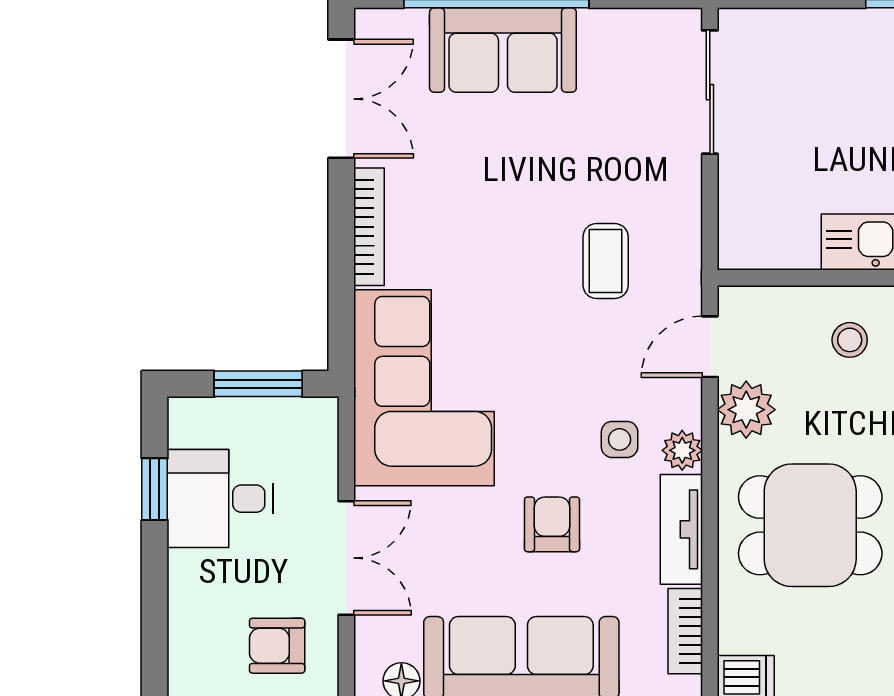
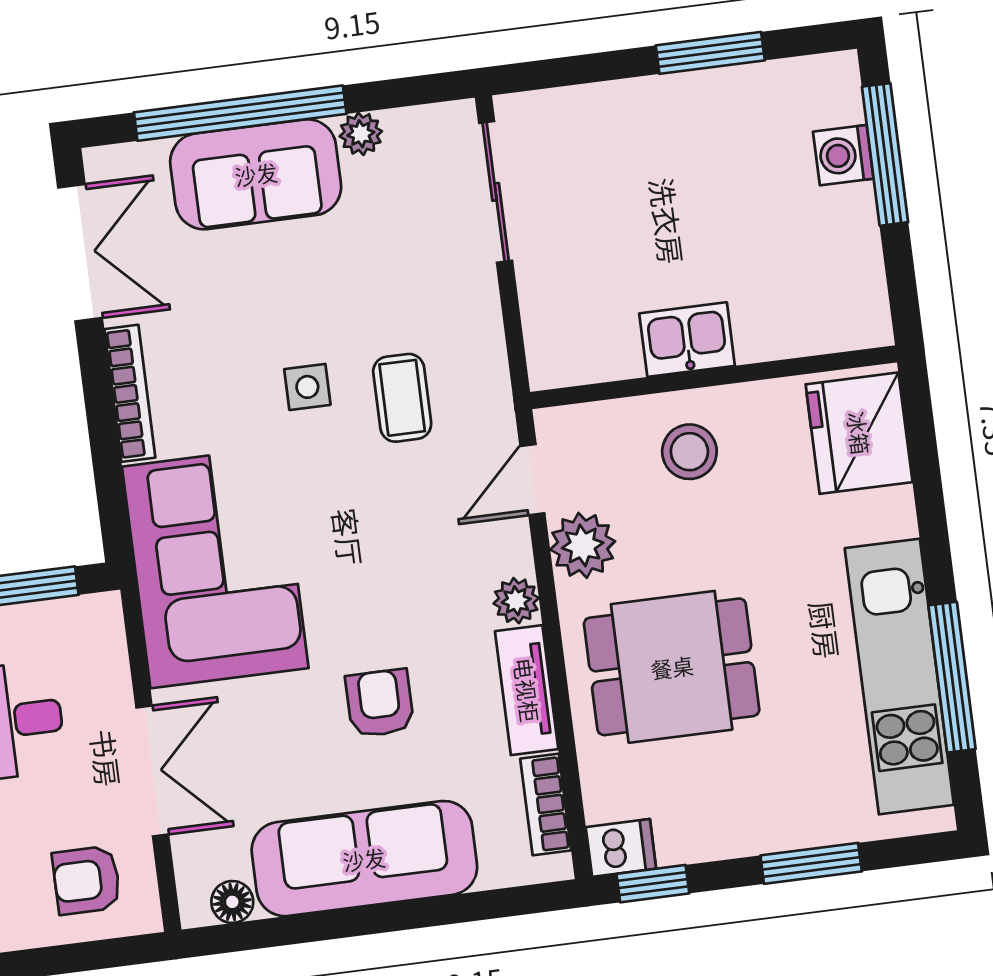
plant: (599, 27) -> (361, 134), added
stool: (850, 340) -> (689, 452), width x1.37, depth x1.37
side table: (620, 439) -> (307, 387), moved

